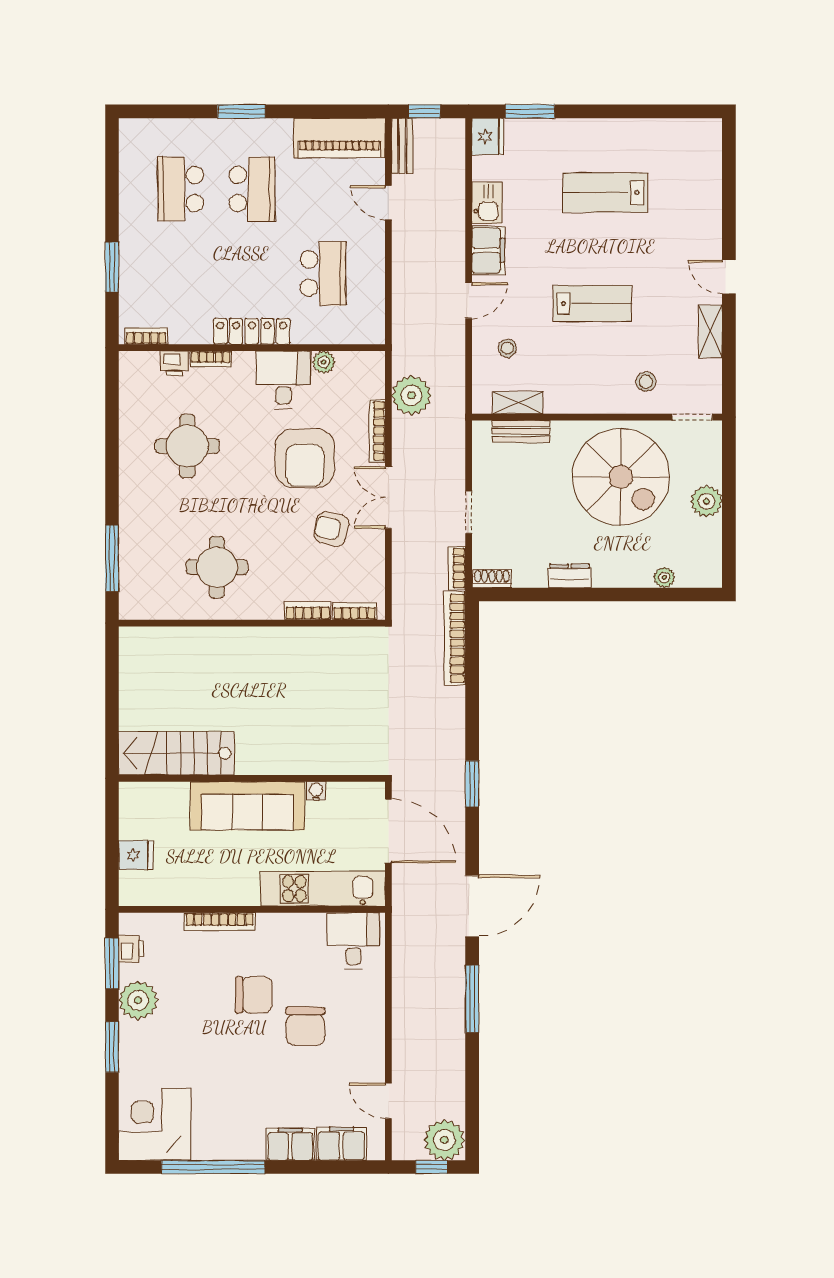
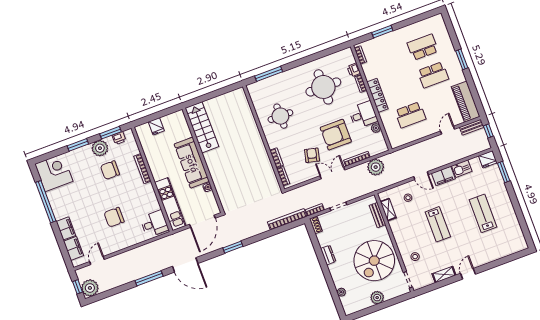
round table: (187, 446) -> (323, 87), width x1.36, depth x1.36
chair: (254, 995) -> (110, 170), moved, turned 90

